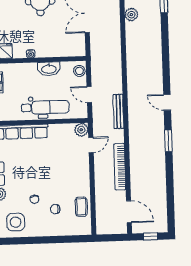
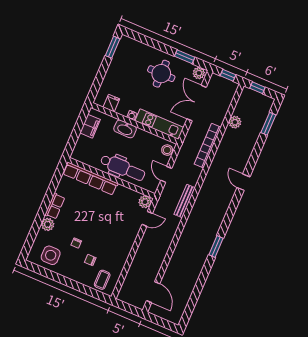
kitchen unit: (61, 50) -> (159, 124), added
washbasin: (49, 69) -> (125, 129), moved
door: (167, 102) -> (243, 182), moved
bookcase: (120, 167) -> (208, 146), moved
coffee table: (81, 207) -> (102, 280), moved
window: (151, 236) -> (162, 322), removed

